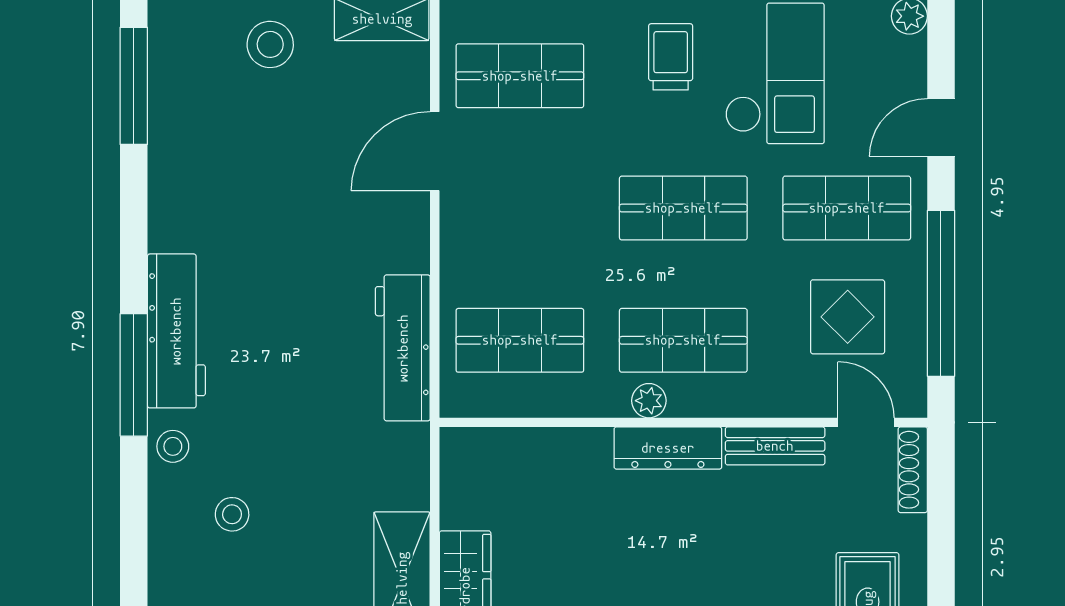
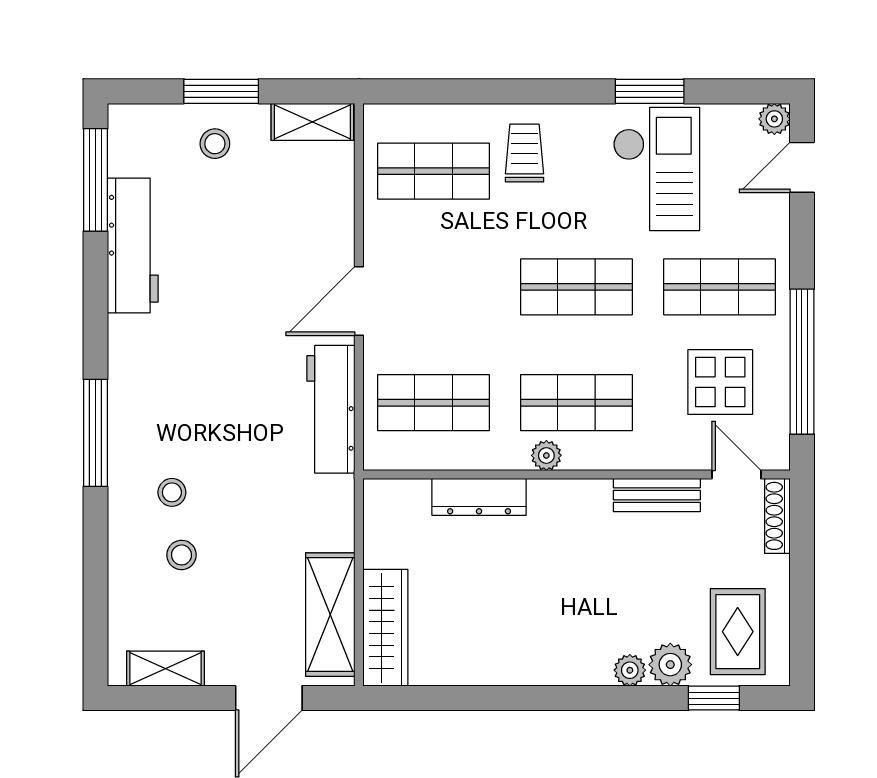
stool: (270, 44) -> (215, 144), width x0.73, depth x0.73
trolley: (671, 57) -> (525, 153), moved
door: (941, 128) -> (802, 167), moved
door: (435, 151) -> (359, 301), moved
workbench: (176, 331) -> (133, 245), moved
stool: (173, 446) -> (172, 492), moved
dresser: (668, 448) -> (479, 497), moved

